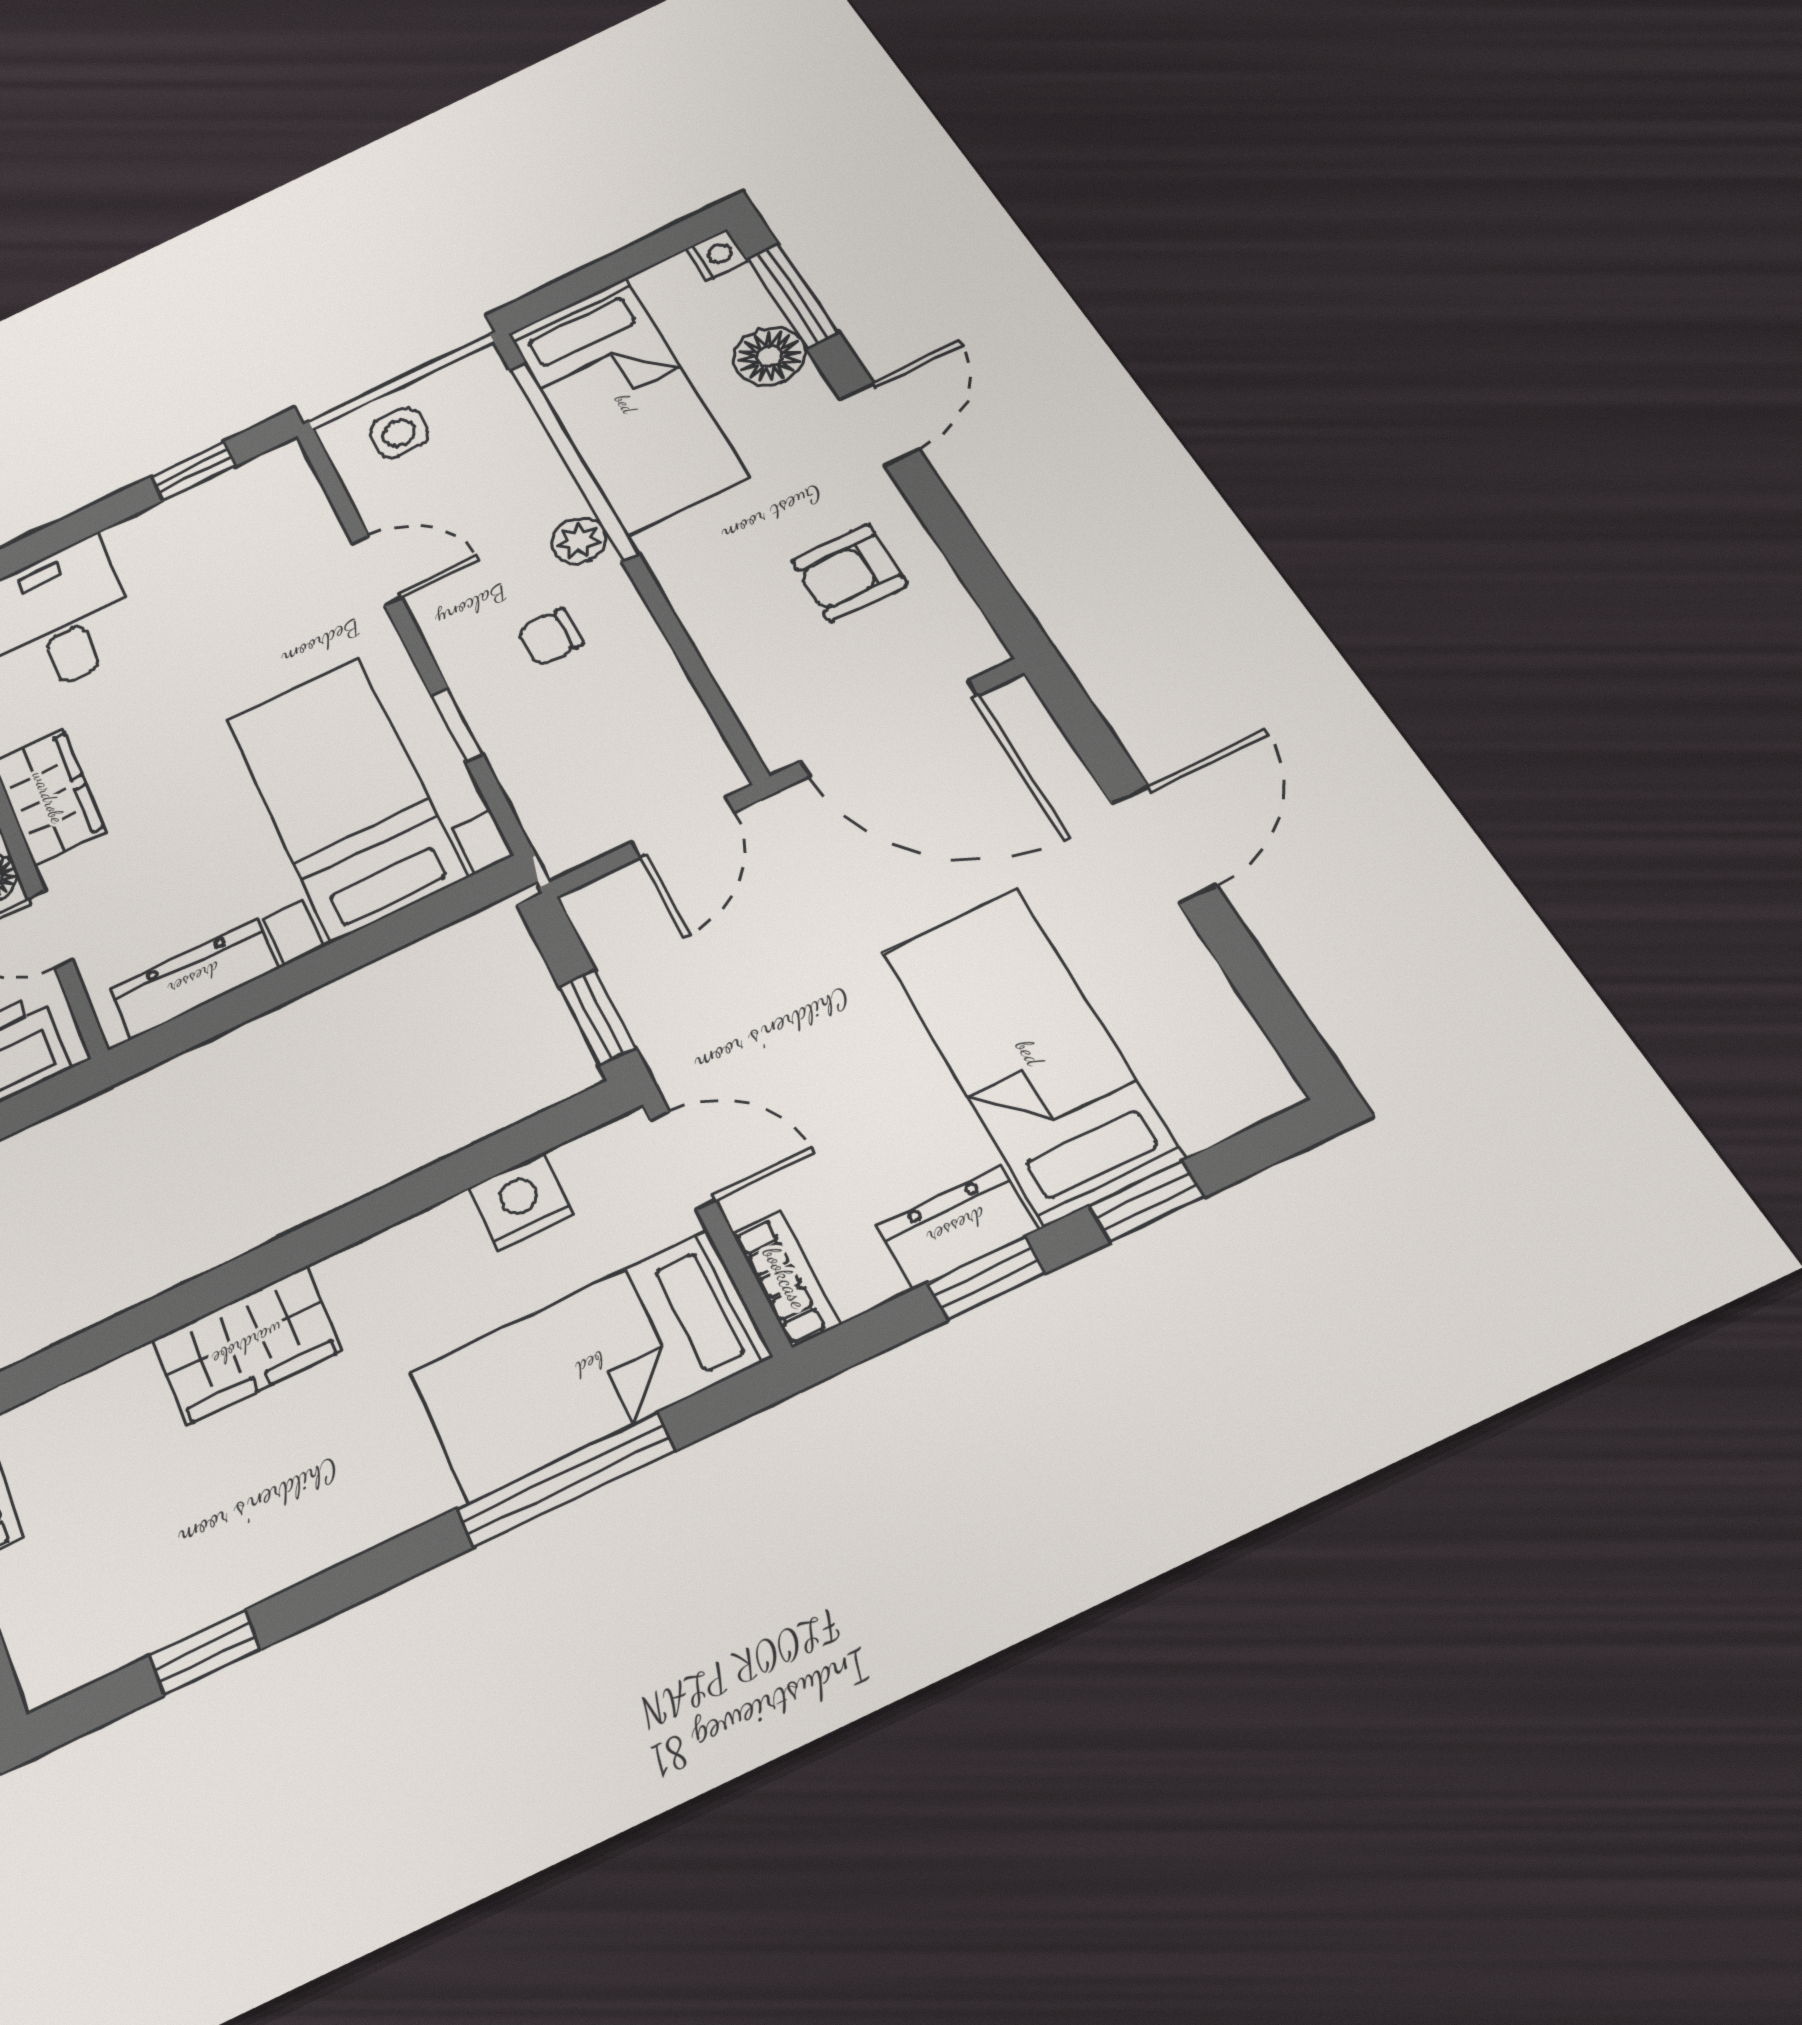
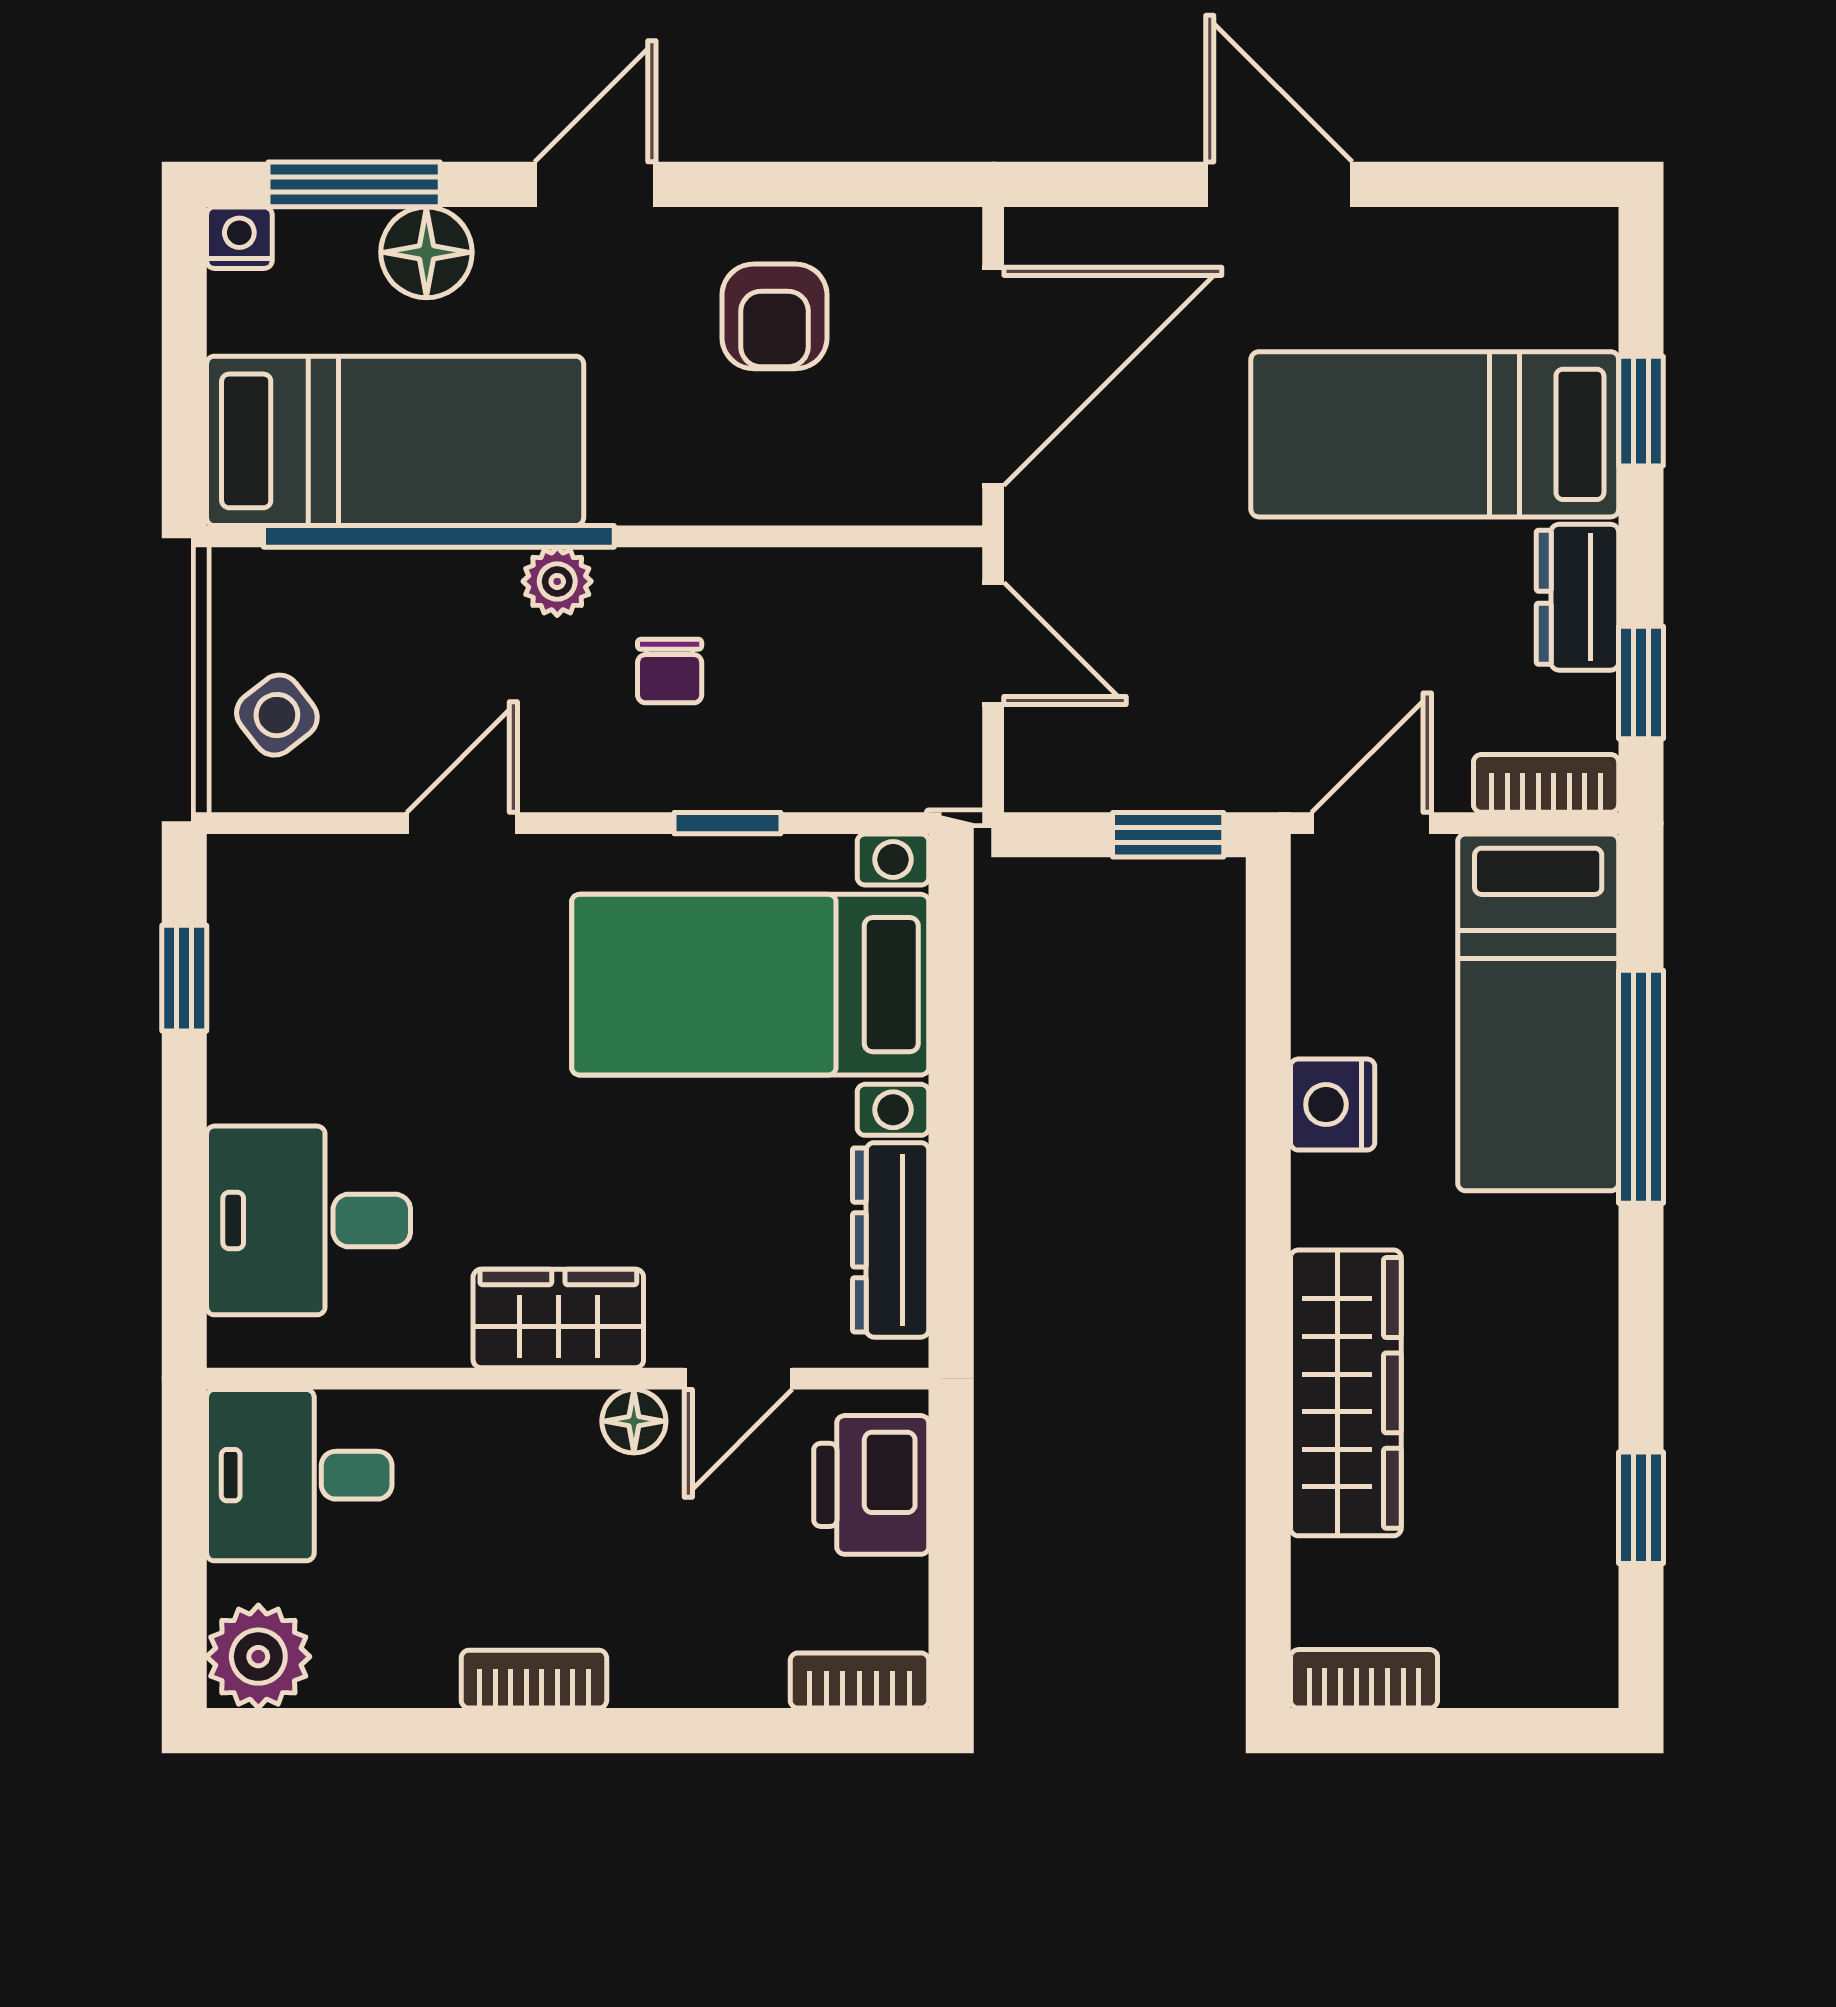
door: (879, 424) -> (595, 184), hinge flipped
side table: (399, 433) -> (277, 715), turned -38
nightstand: (521, 1201) -> (1333, 1105), moved
window: (986, 1278) -> (1641, 682), moved
wardrobe: (247, 1345) -> (1346, 1393), width x1.50

